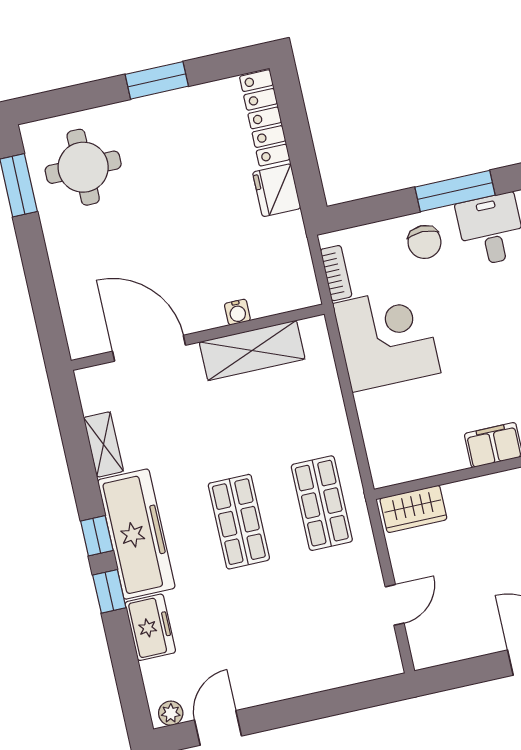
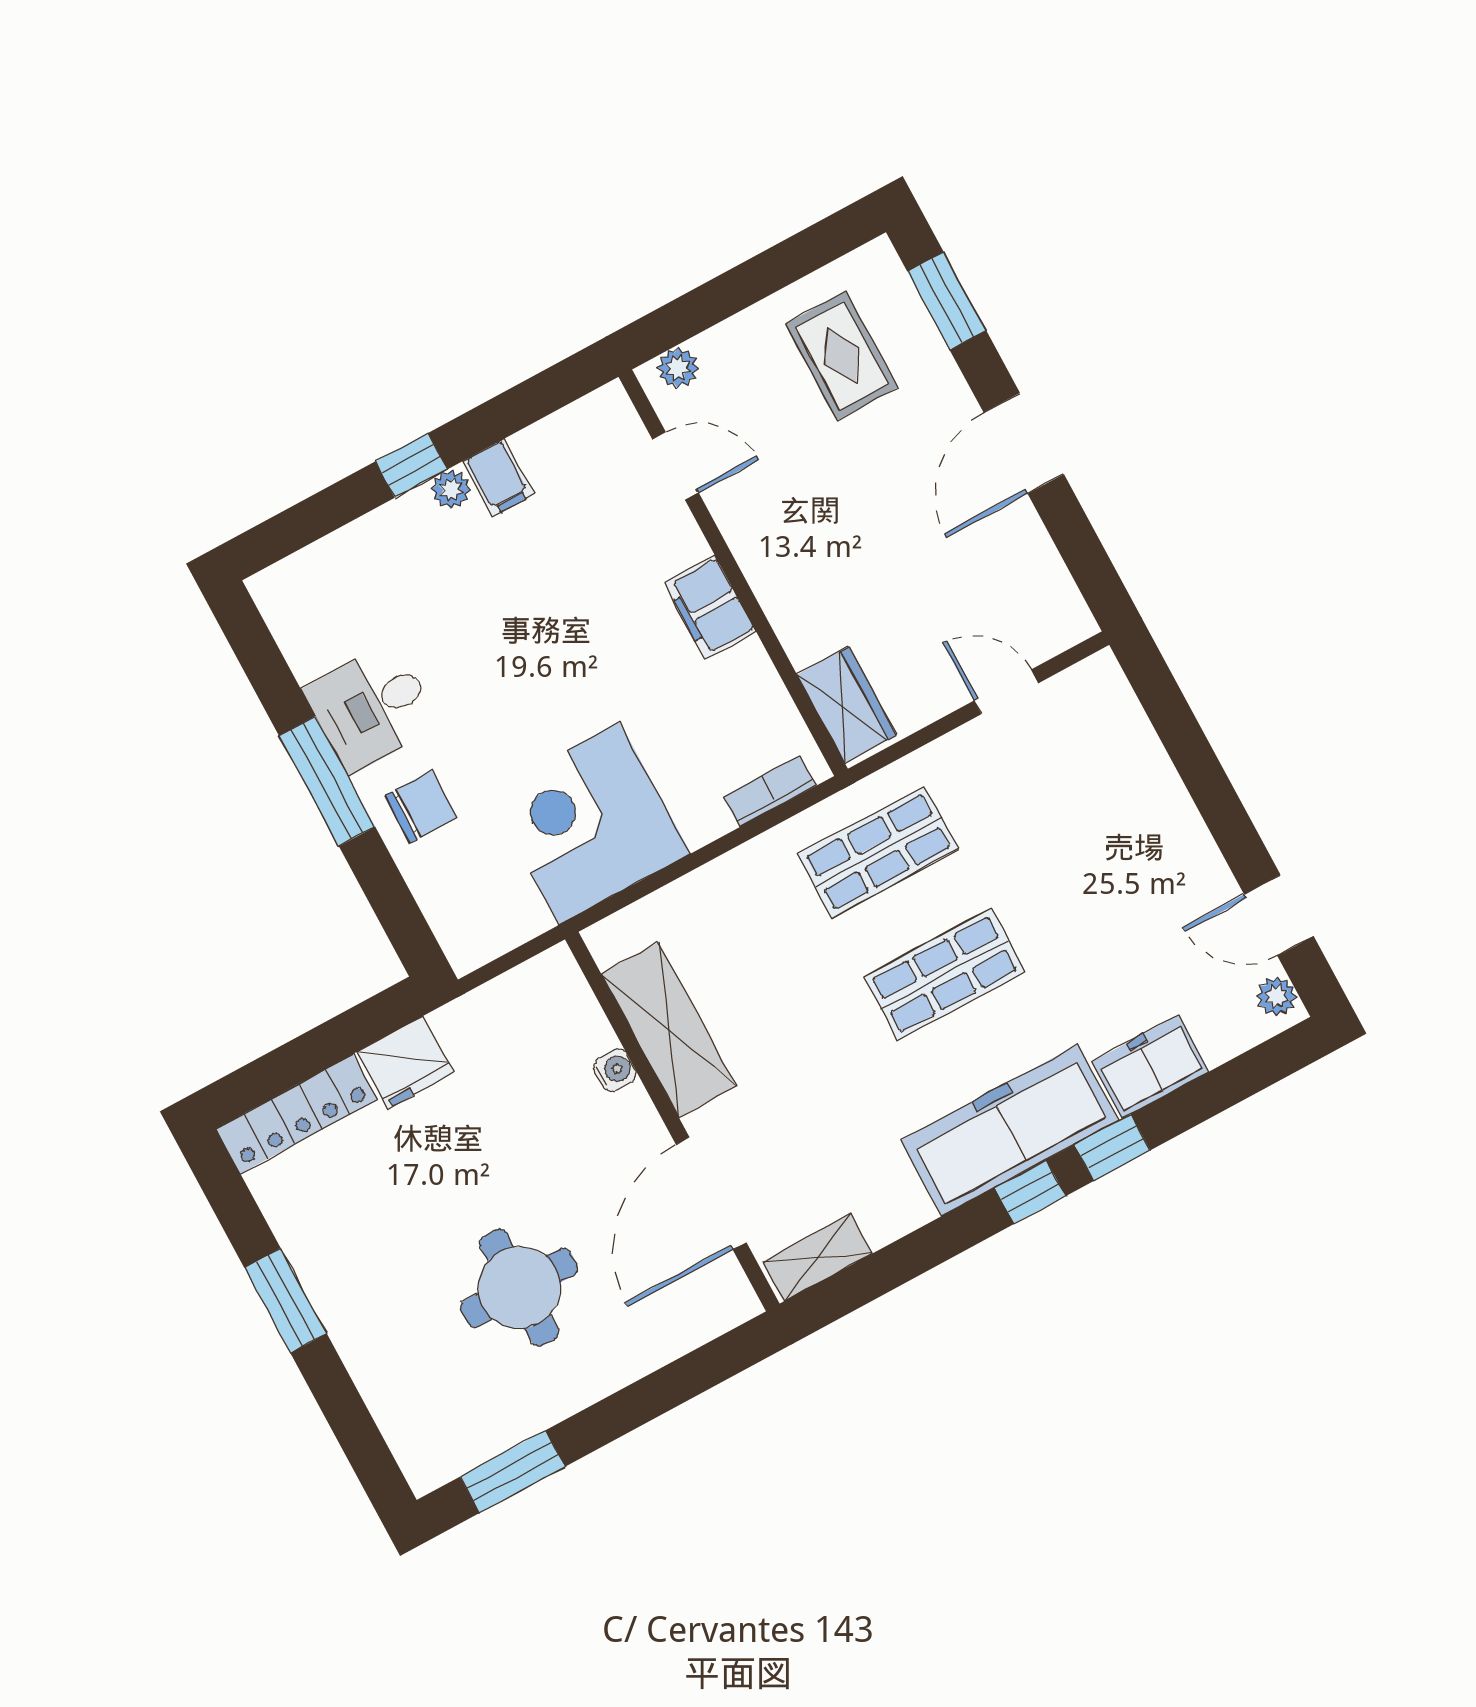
round table: (83, 167) -> (519, 1288), moved
bookcase: (336, 273) -> (770, 791), moved
shelving: (104, 444) -> (817, 1258), moved

